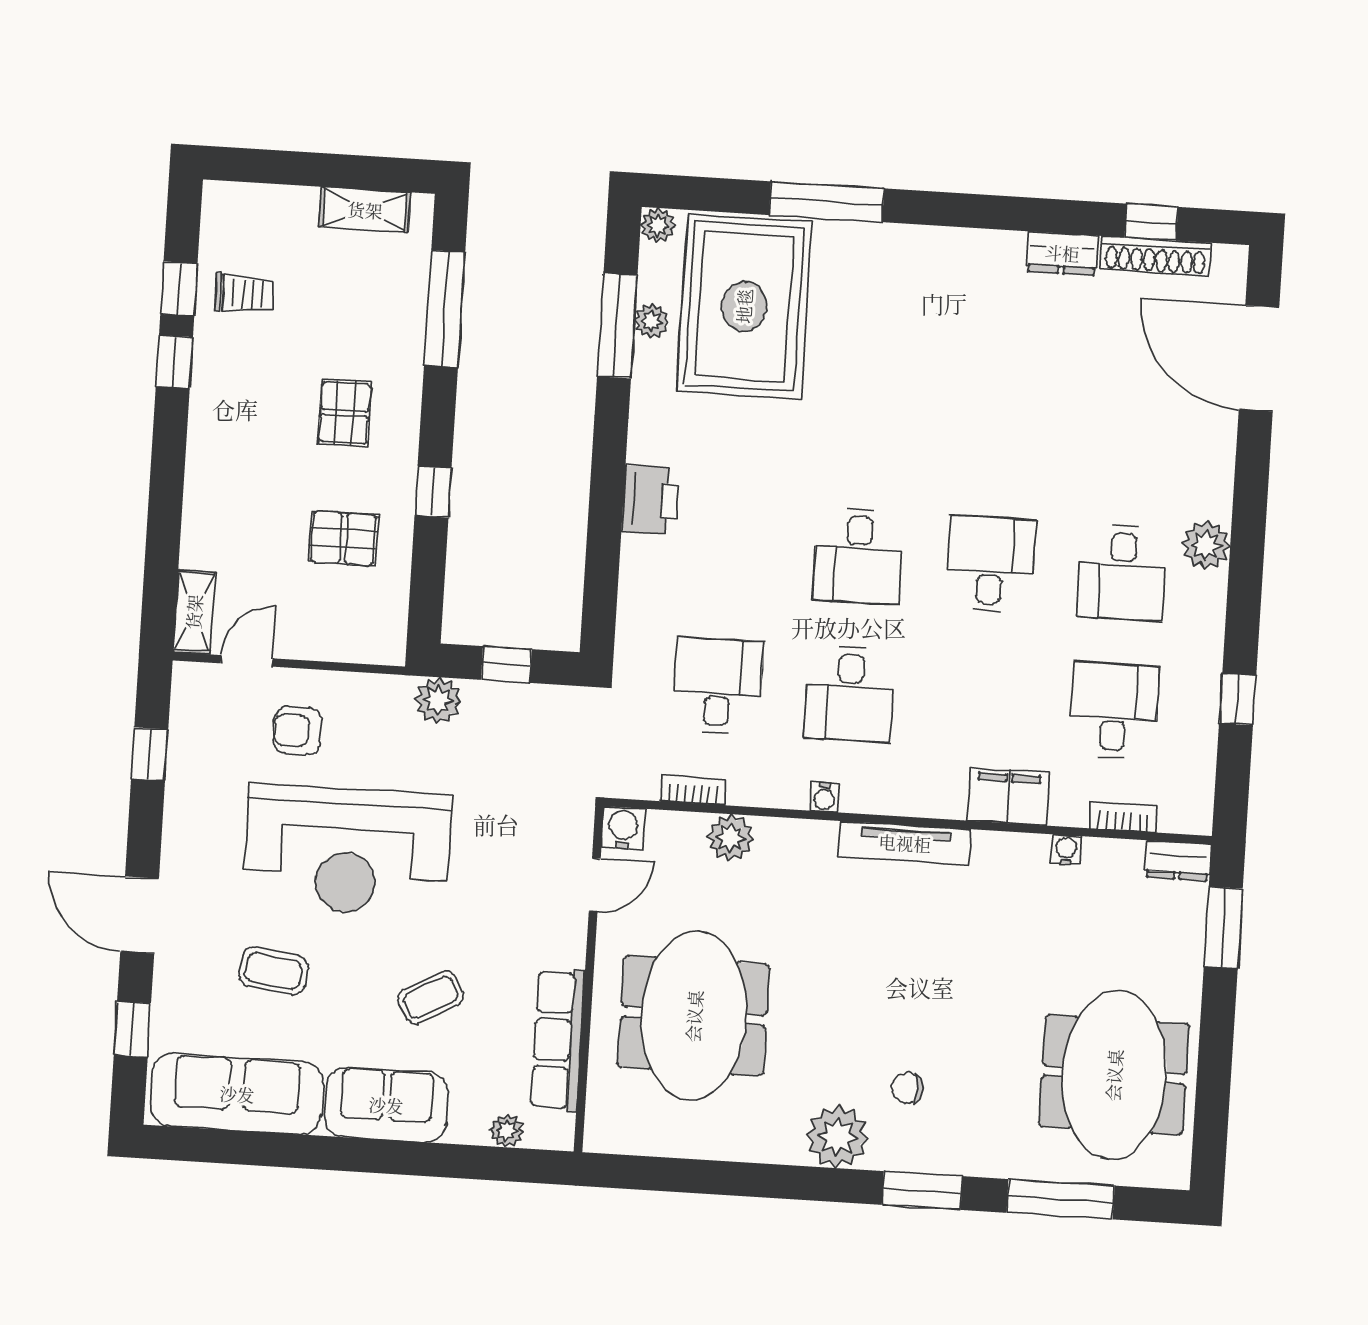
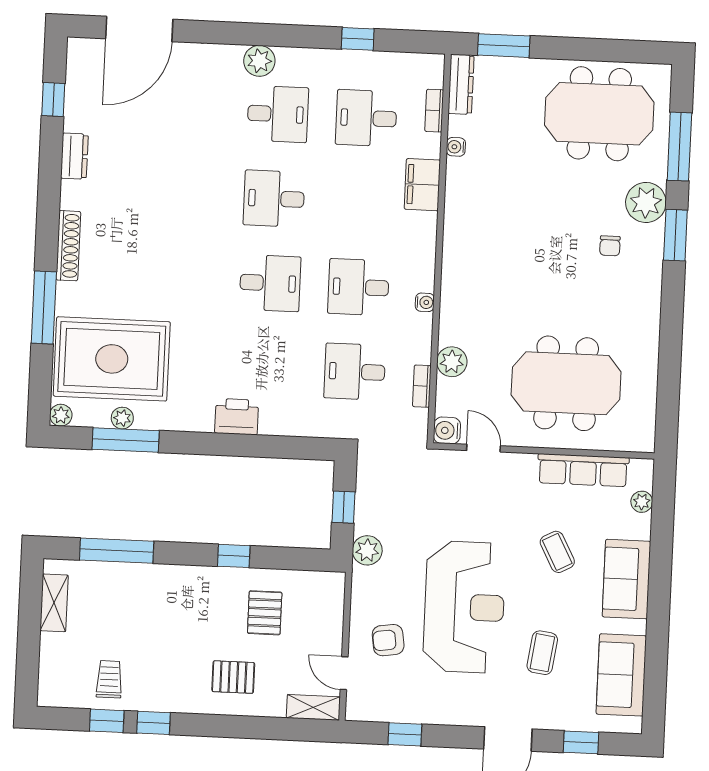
shoe rack: (1156, 256) -> (68, 246), moved
pallet: (344, 413) -> (233, 677), moved
desk: (850, 694) -> (359, 287), turned 180
armchair: (297, 731) -> (388, 640), turned 82
tv unit: (905, 843) -> (453, 250), removed
dresser: (1178, 861) -> (461, 84), width x1.44
sofa: (237, 1094) -> (621, 675), width x0.73
plant: (837, 1137) -> (646, 202), moved

